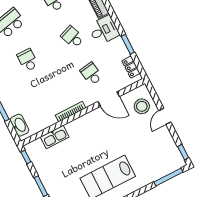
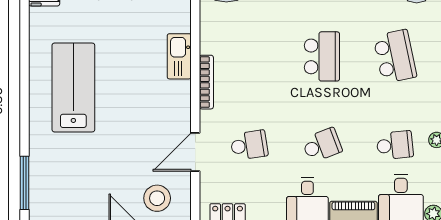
school desk: (28, 60) -> (322, 56), width x1.85
kitchen sink: (55, 137) -> (179, 56), moved

